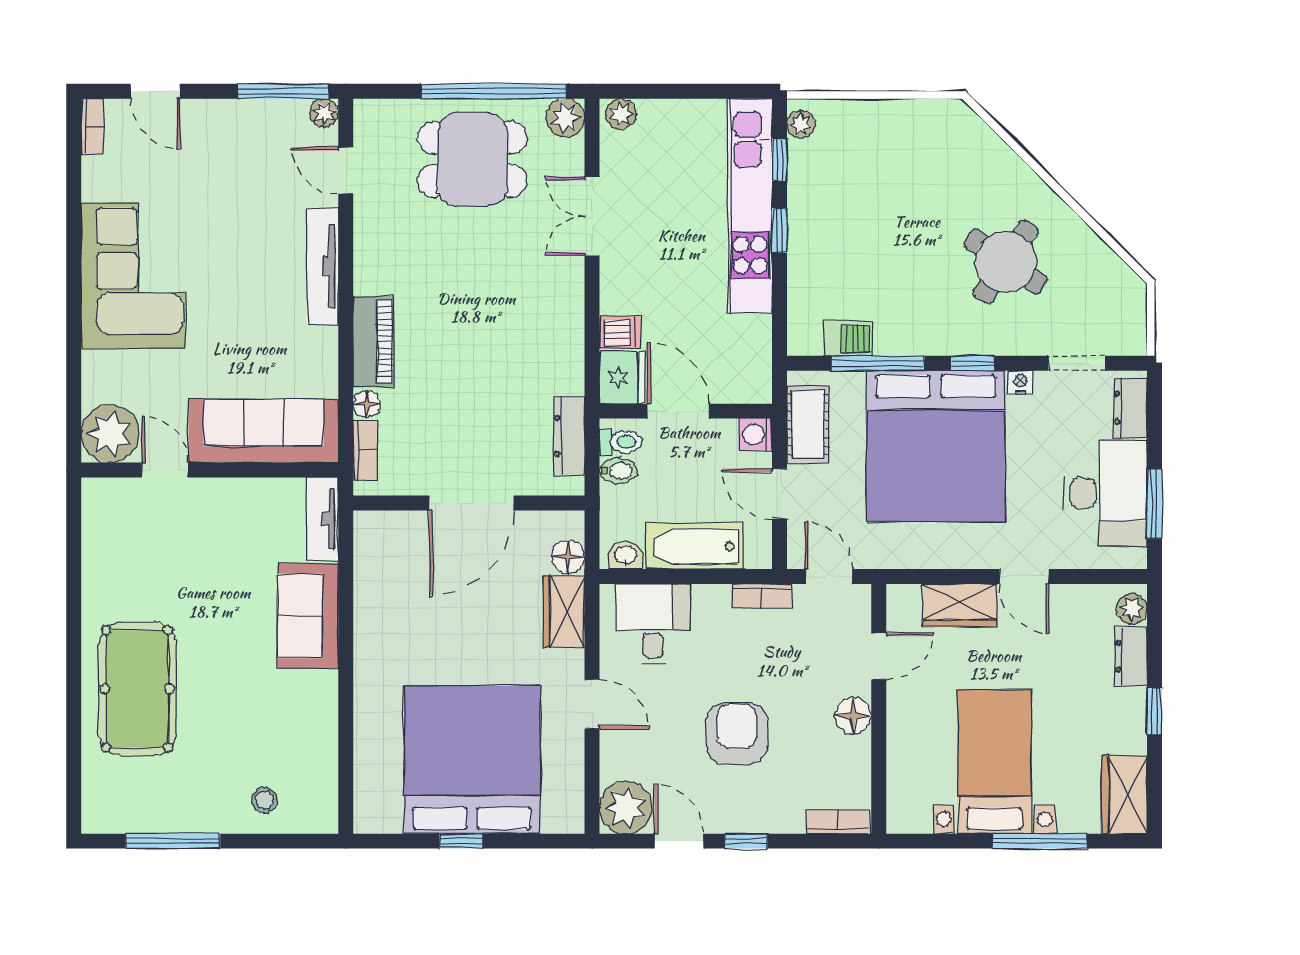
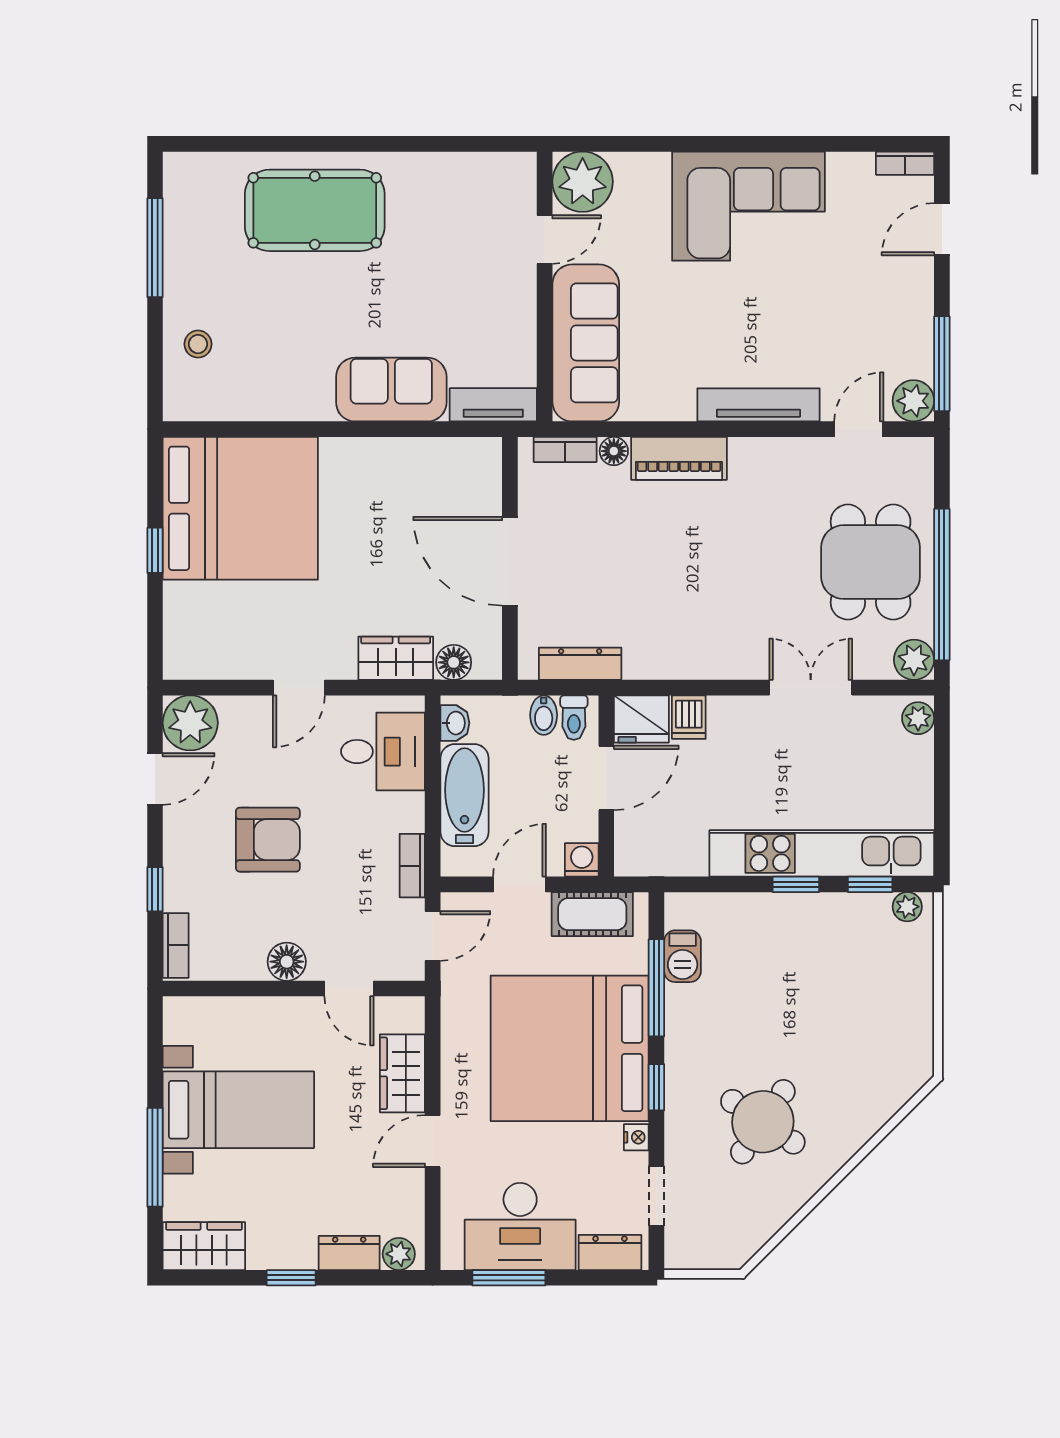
plant: (324, 113) -> (913, 401), width x1.38, depth x1.38
bed: (472, 760) -> (240, 508), moved
window: (746, 841) -> (155, 889), moved

